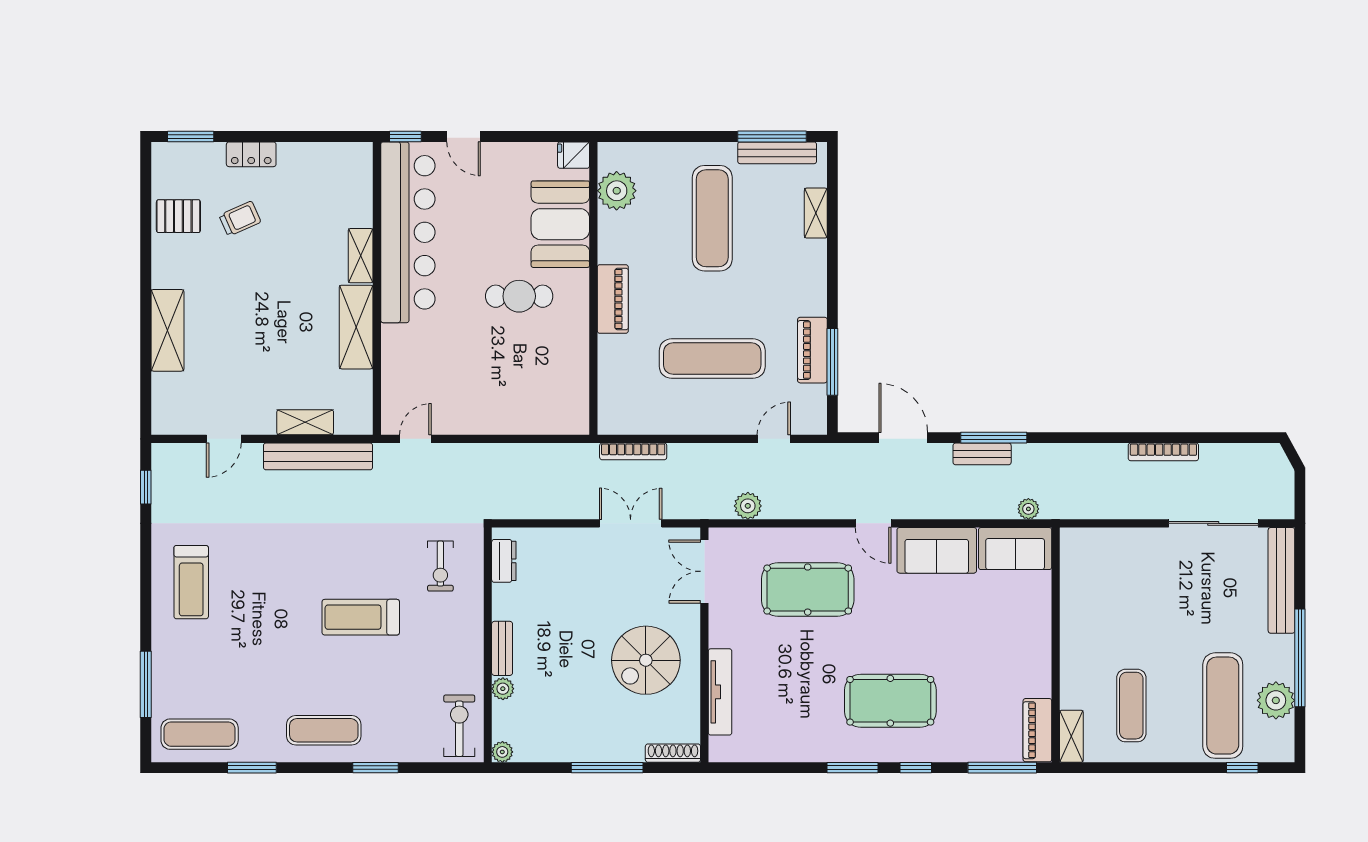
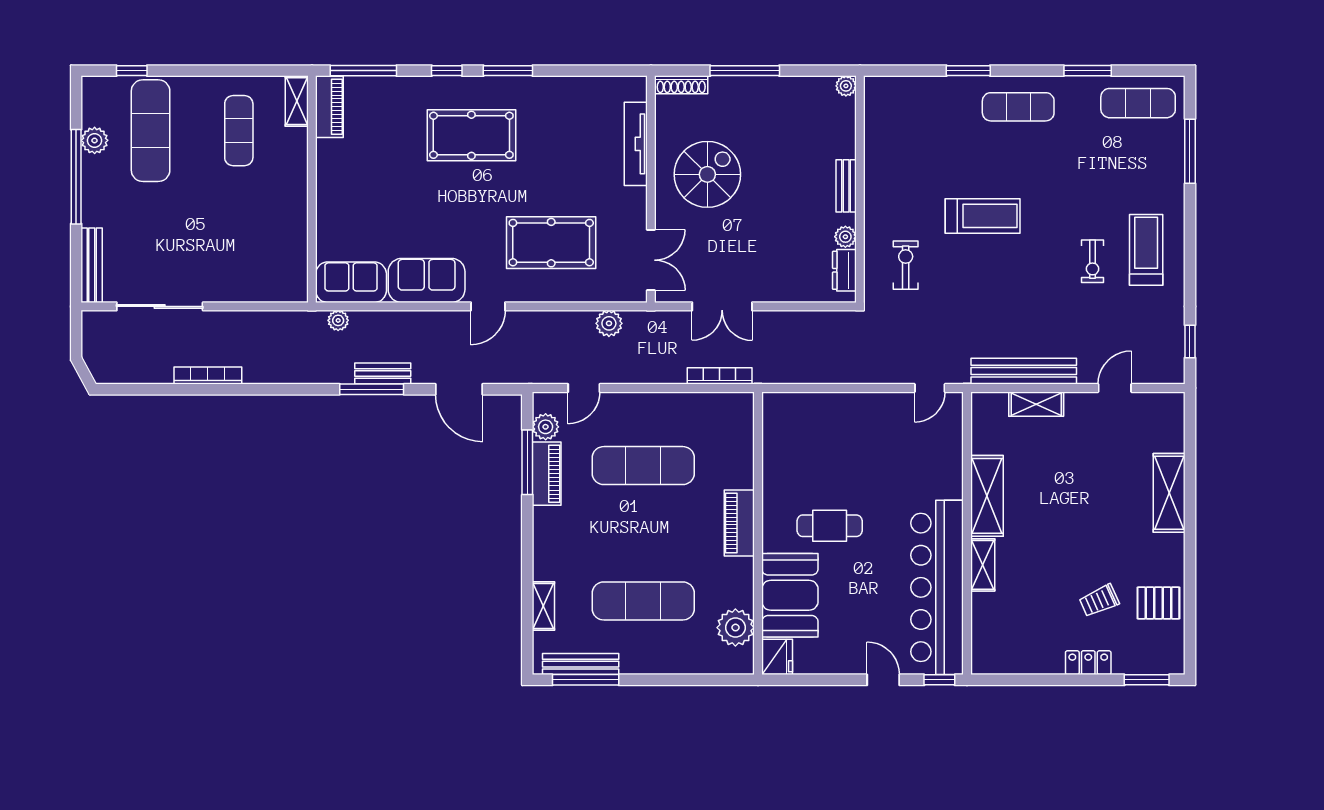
fridge: (574, 155) -> (777, 657), width x1.38
exercise mat: (712, 218) -> (643, 601), turned 90
plant: (814, 399) -> (546, 427), added
door: (873, 523) -> (488, 306), swing flipped
bench: (1281, 580) -> (92, 265), width x0.73, depth x0.82
plant: (503, 689) -> (845, 237), moved
plant: (1276, 700) -> (95, 140), width x0.73, depth x0.73
exercise bike: (459, 726) -> (1093, 261), moved, width x0.73, depth x0.72

